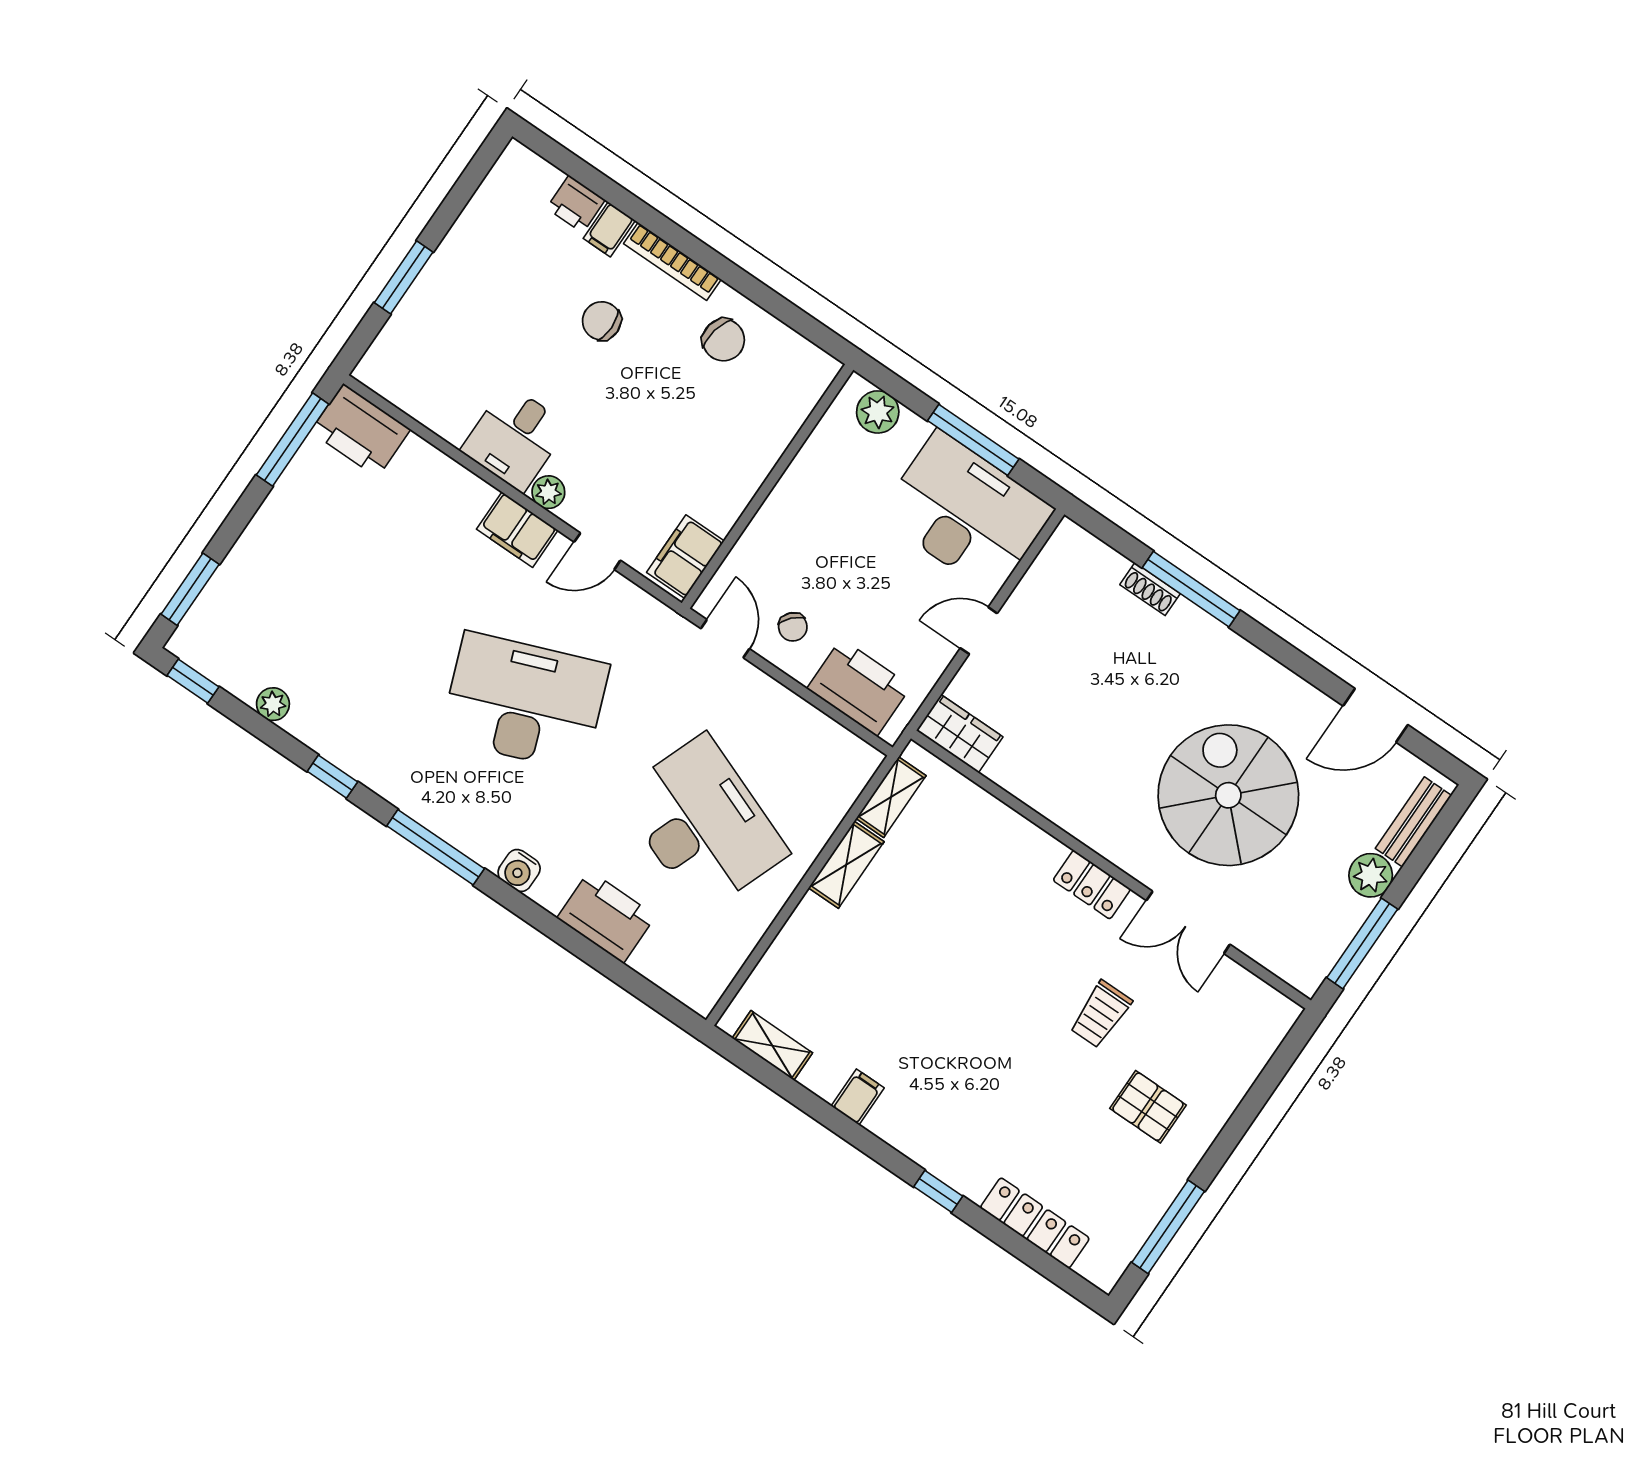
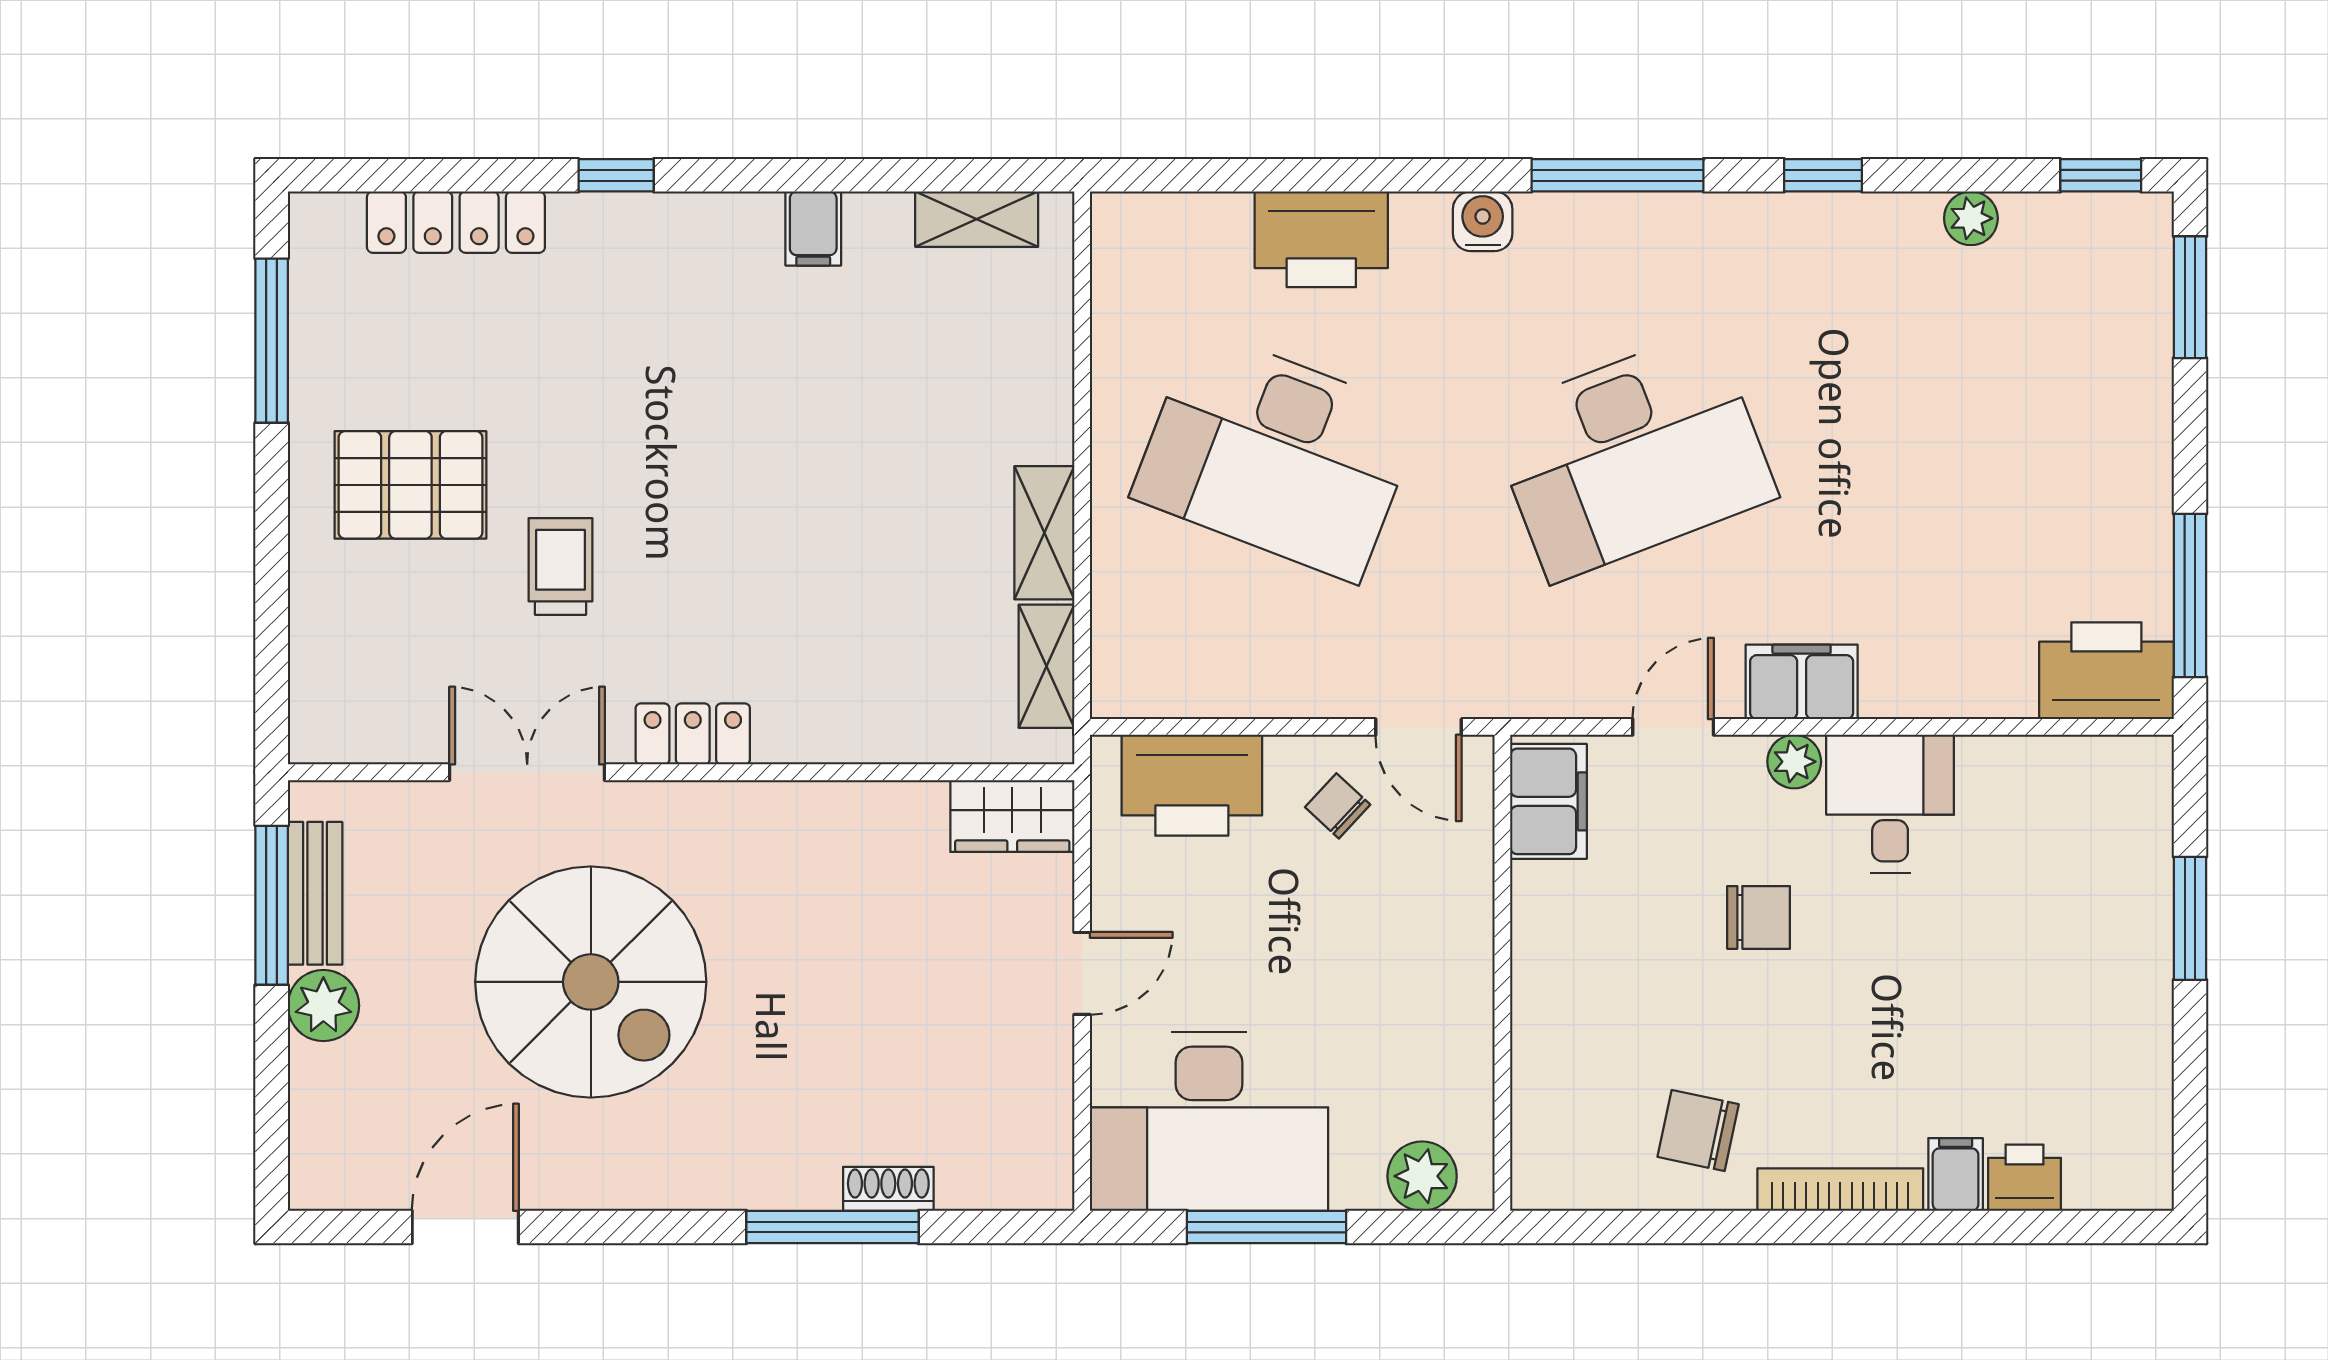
chair: (602, 321) -> (1759, 917), moved
bench: (1413, 822) -> (315, 893), moved
pallet: (1148, 1107) -> (410, 485), width x1.50, depth x1.42

